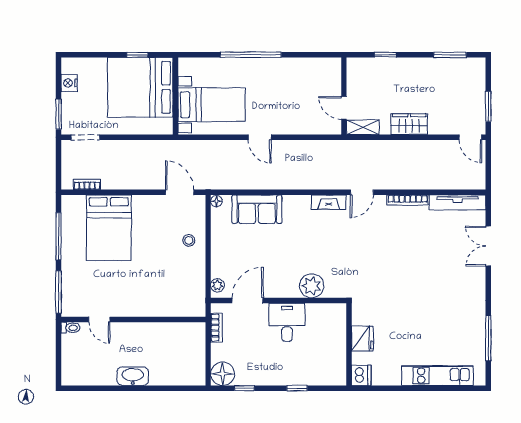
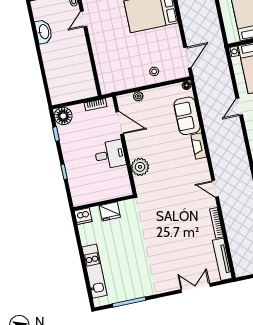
fireplace: (329, 202) -> (199, 146), moved
plant: (217, 285) -> (138, 96), moved
washbasin: (133, 376) -> (44, 32), moved

